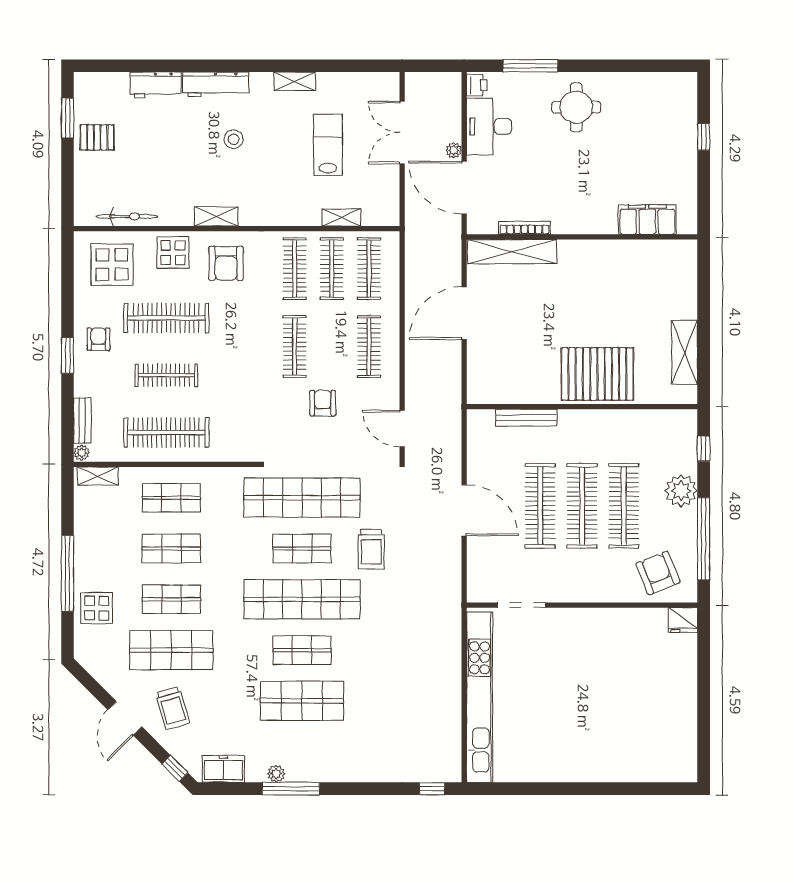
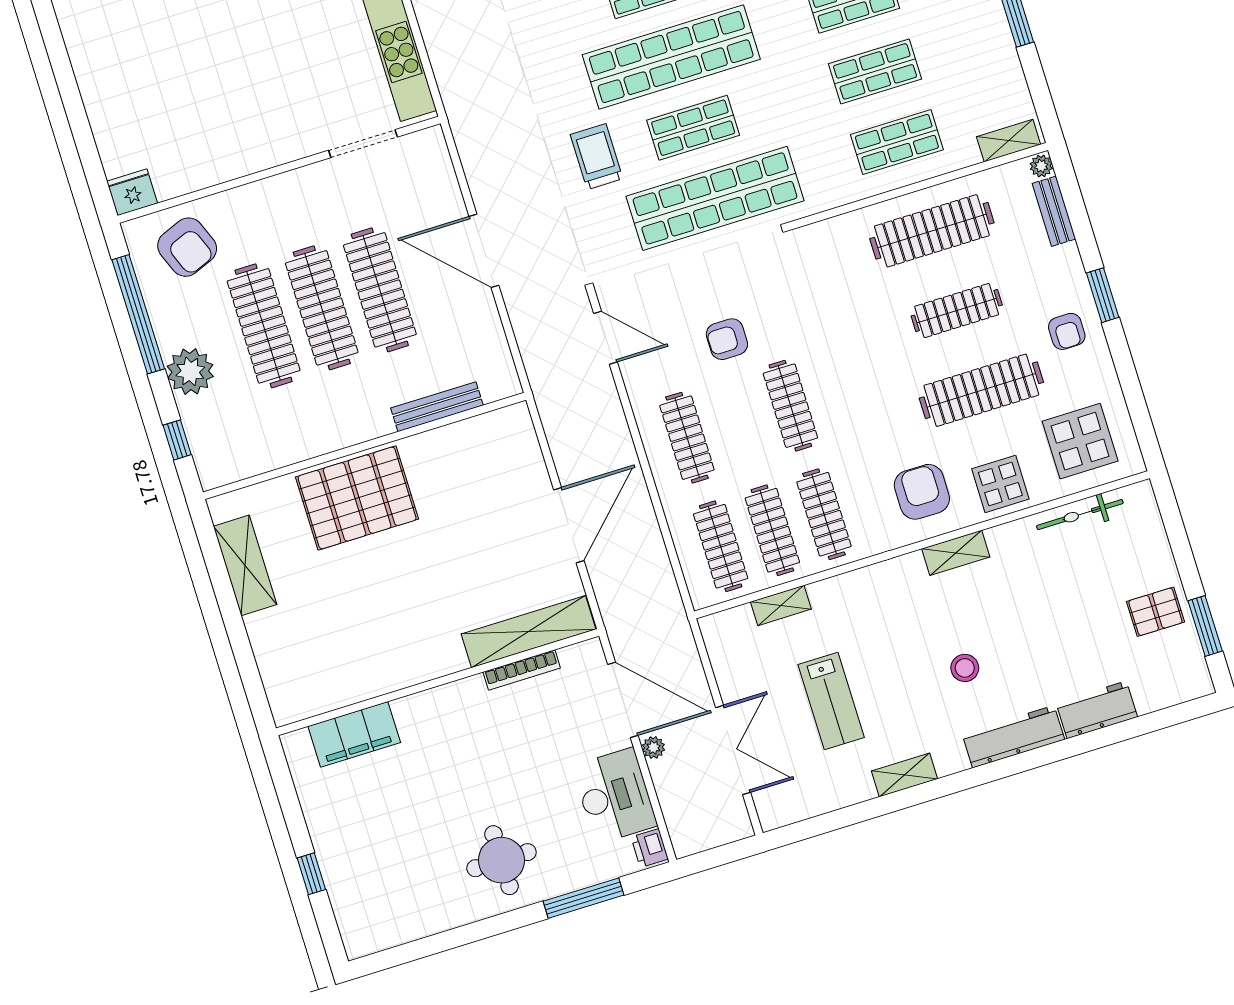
armchair: (323, 403) -> (727, 339), turned 90

